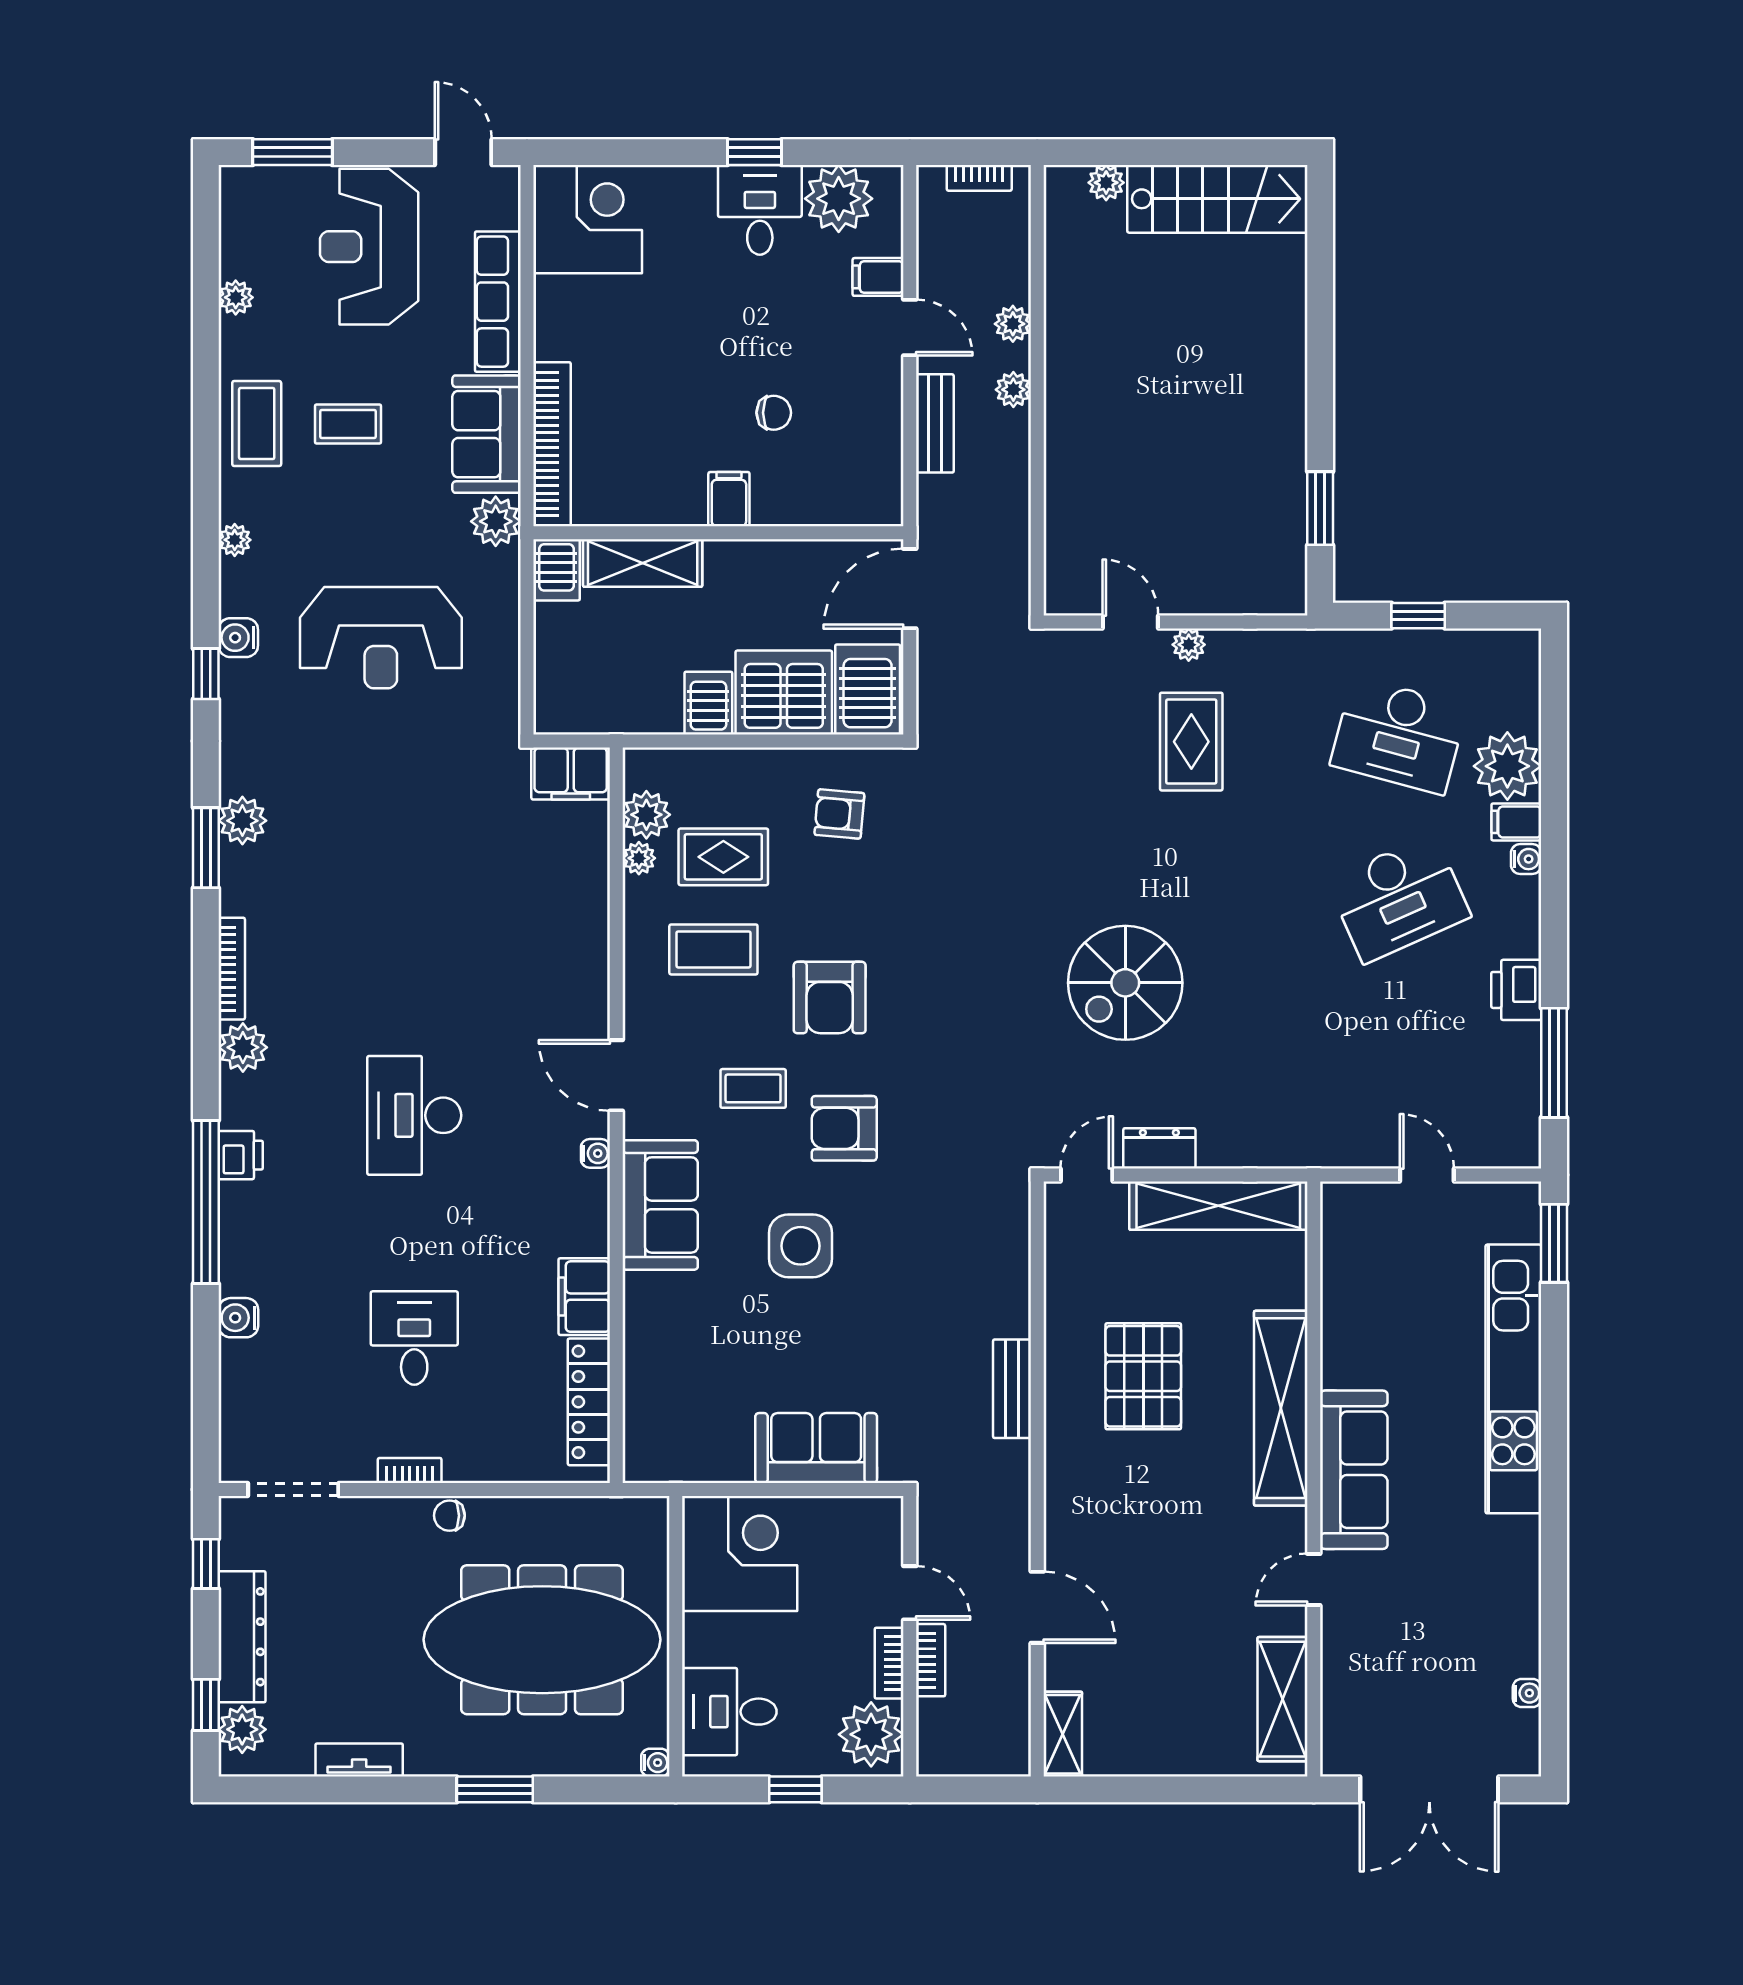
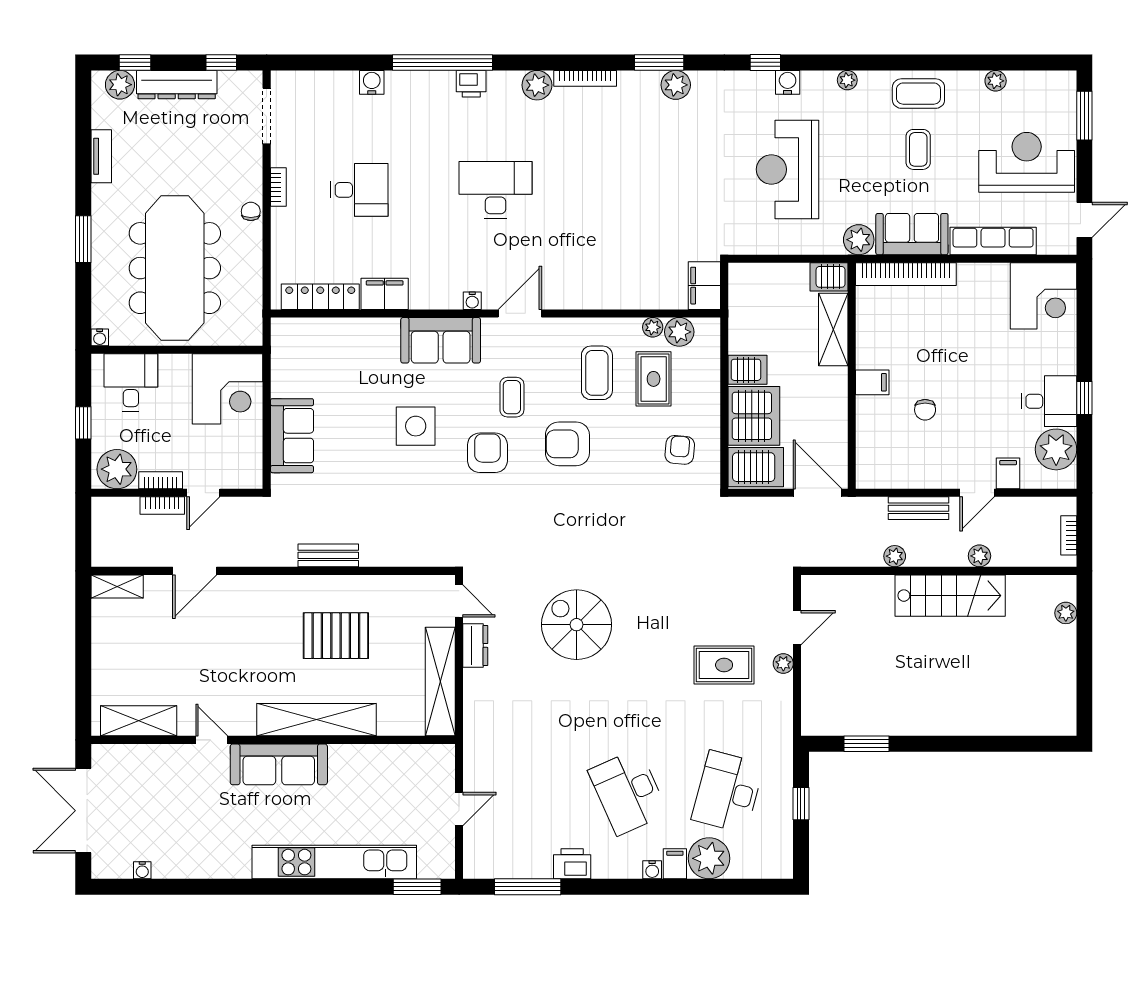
stairs: (1217, 199) -> (950, 596), moved, turned -90
plant: (1013, 390) -> (895, 556), moved

